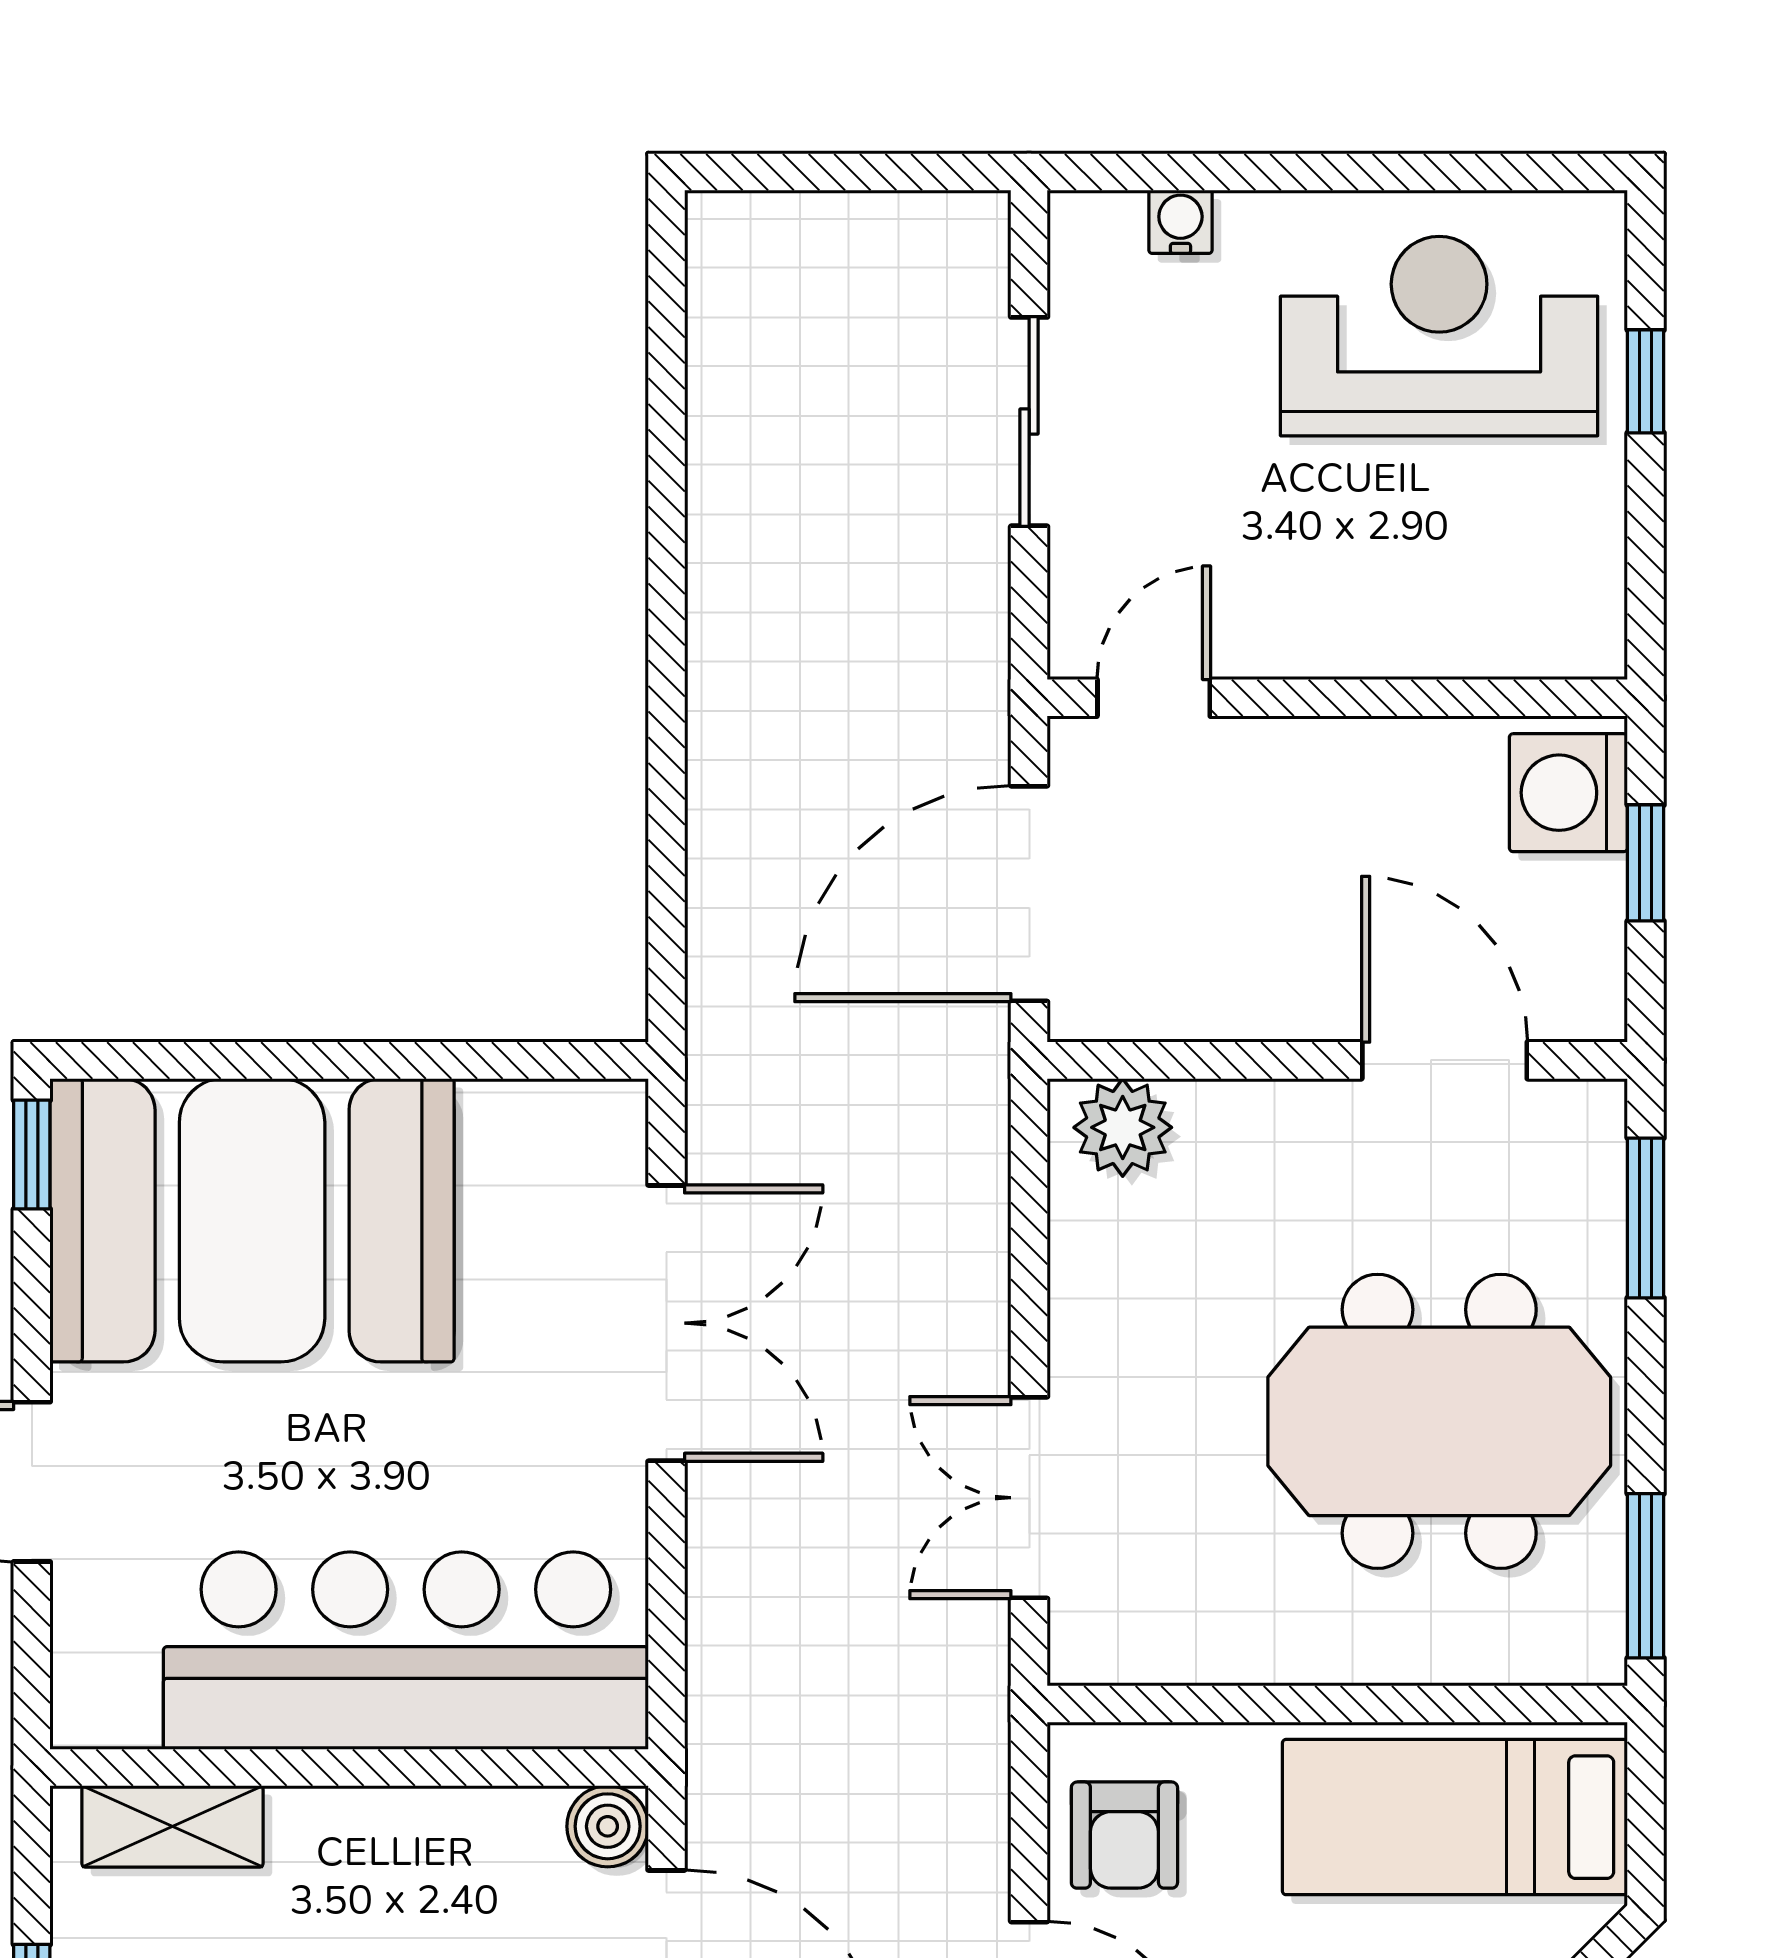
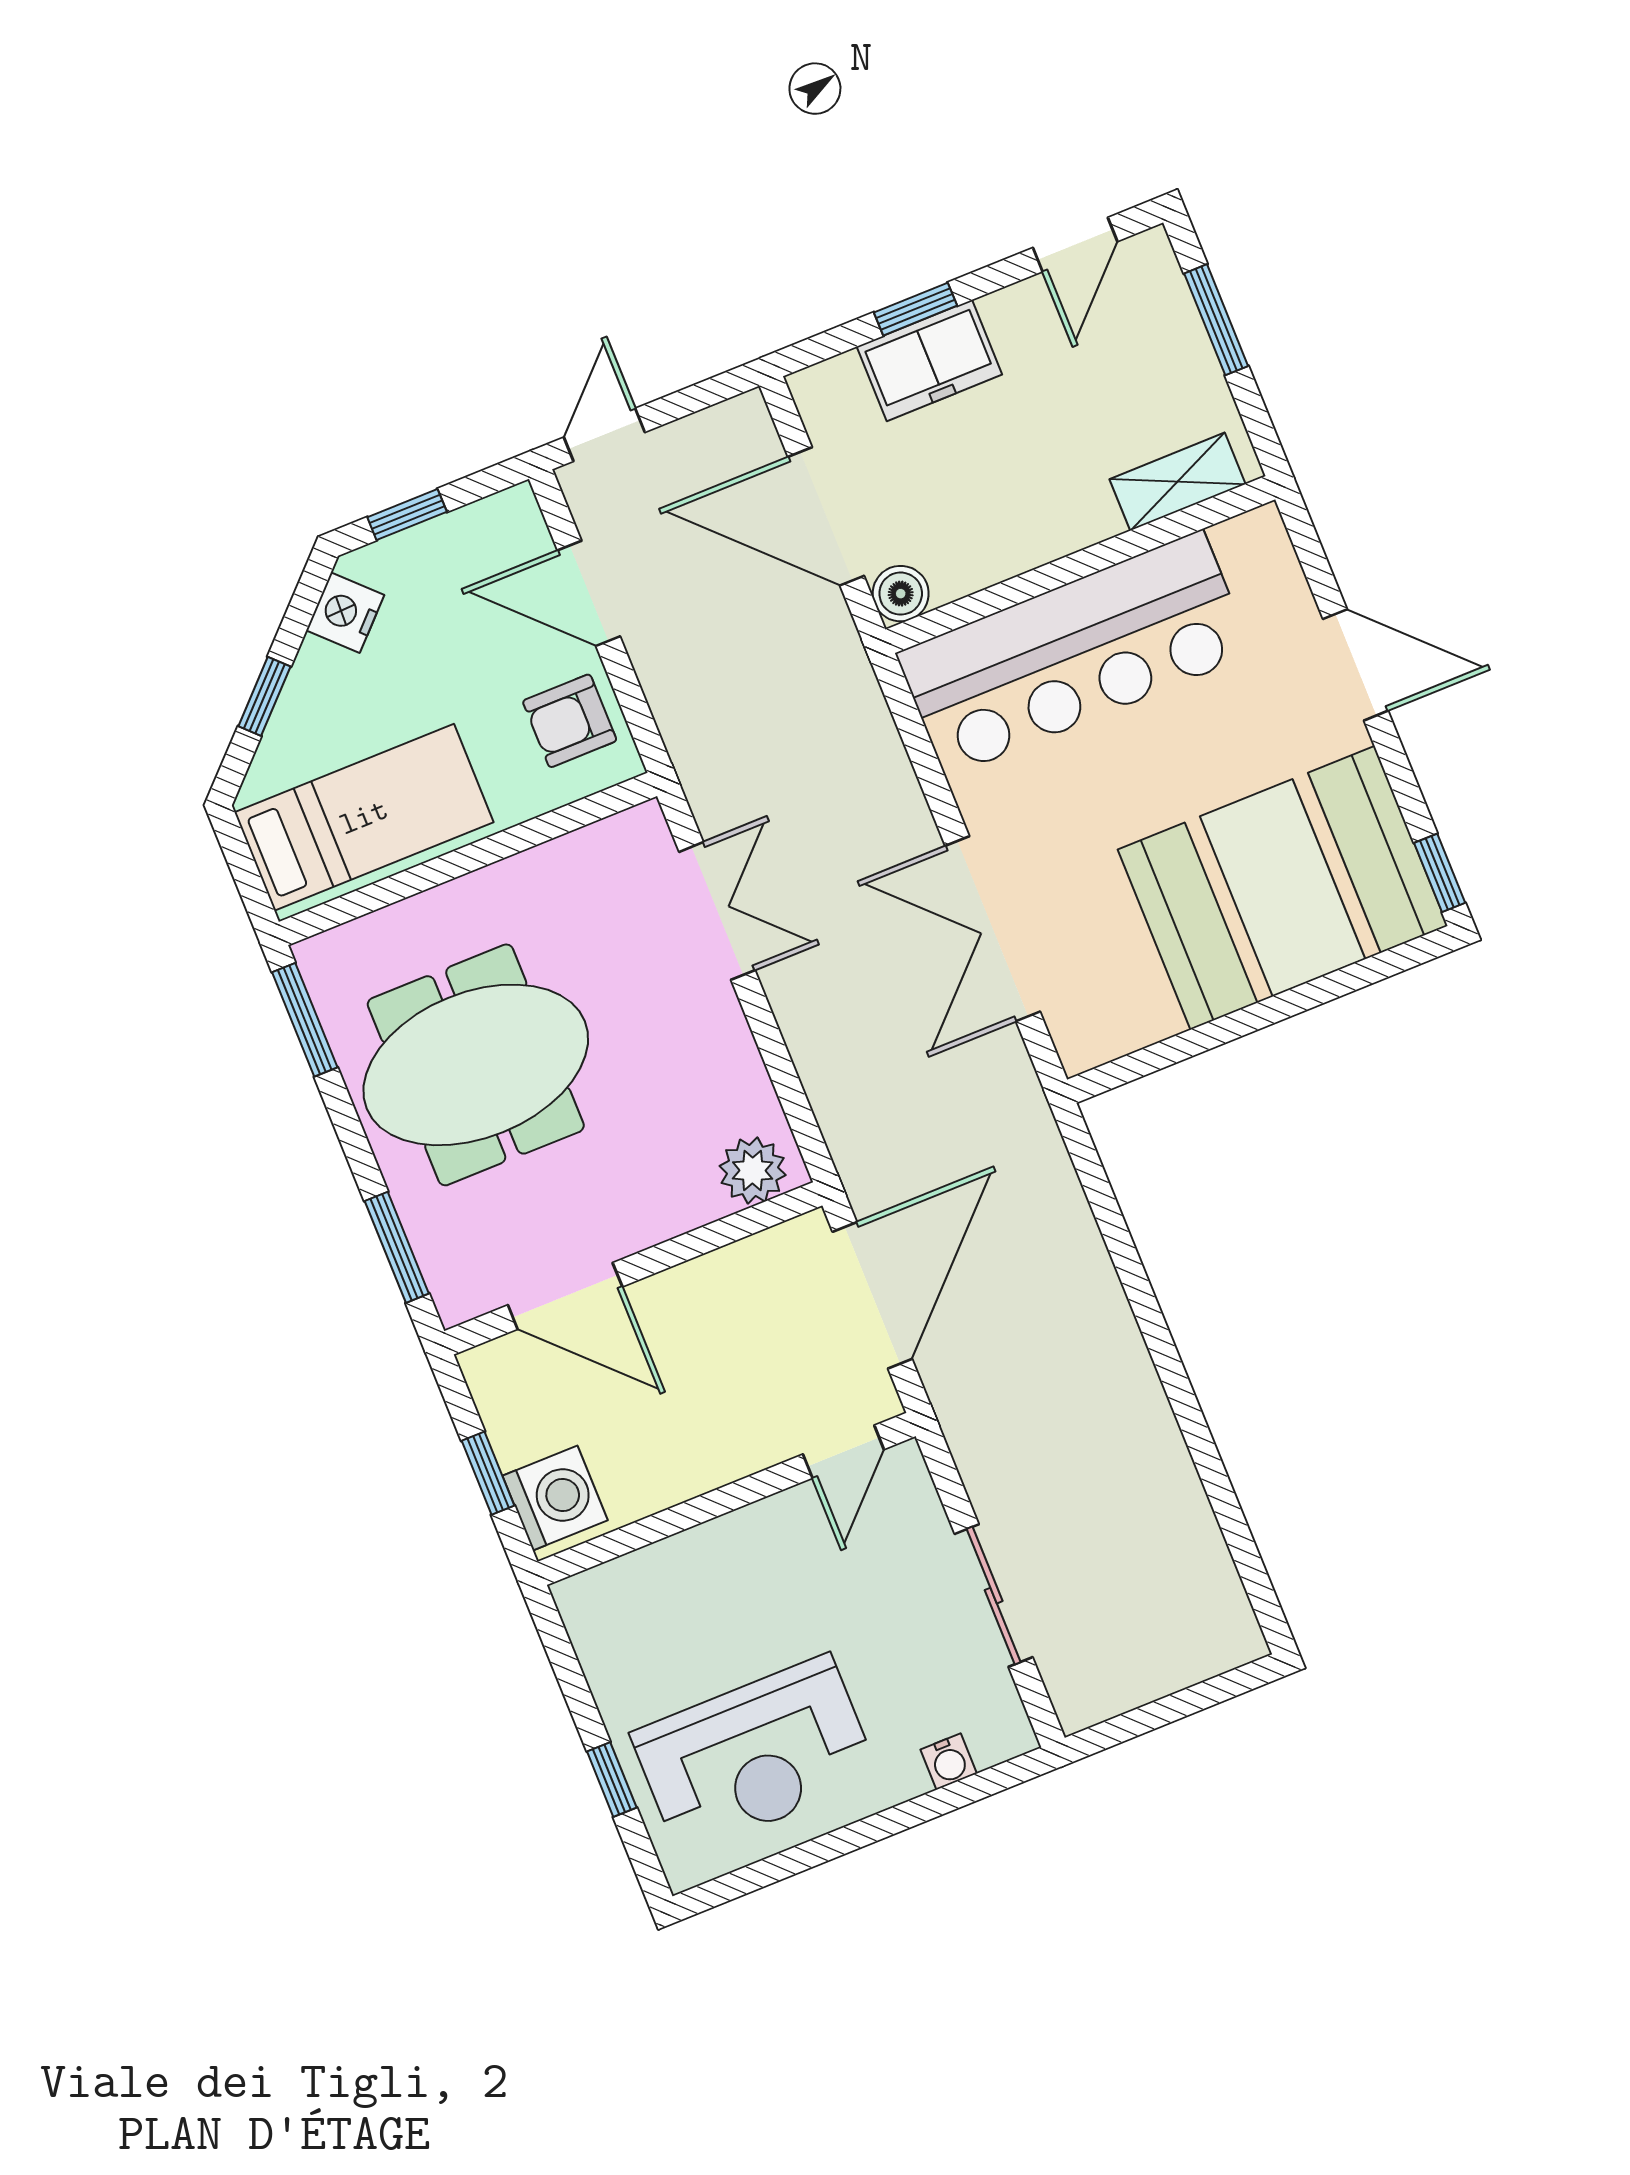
armchair: (1124, 1835) -> (570, 721), turned -90

